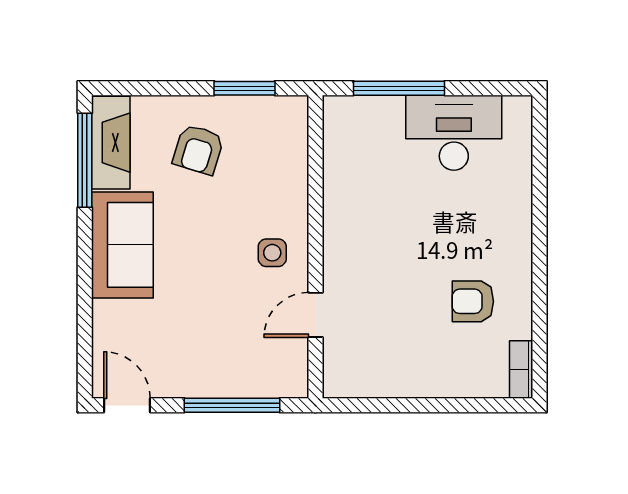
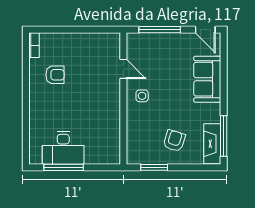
window: (399, 88) -> (64, 167), moved
sofa: (122, 245) -> (207, 79), moved
door: (316, 315) -> (123, 69), hinge flipped

